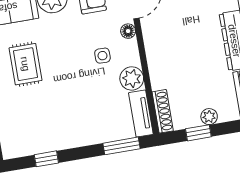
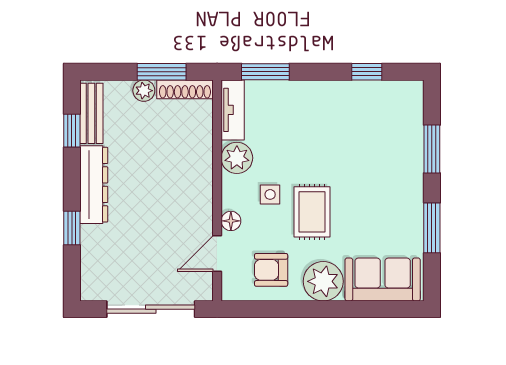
rug: (25, 64) -> (312, 212), moved
shoe rack: (163, 111) -> (185, 89), moved, turned -90
window: (198, 133) -> (162, 72), width x1.50

